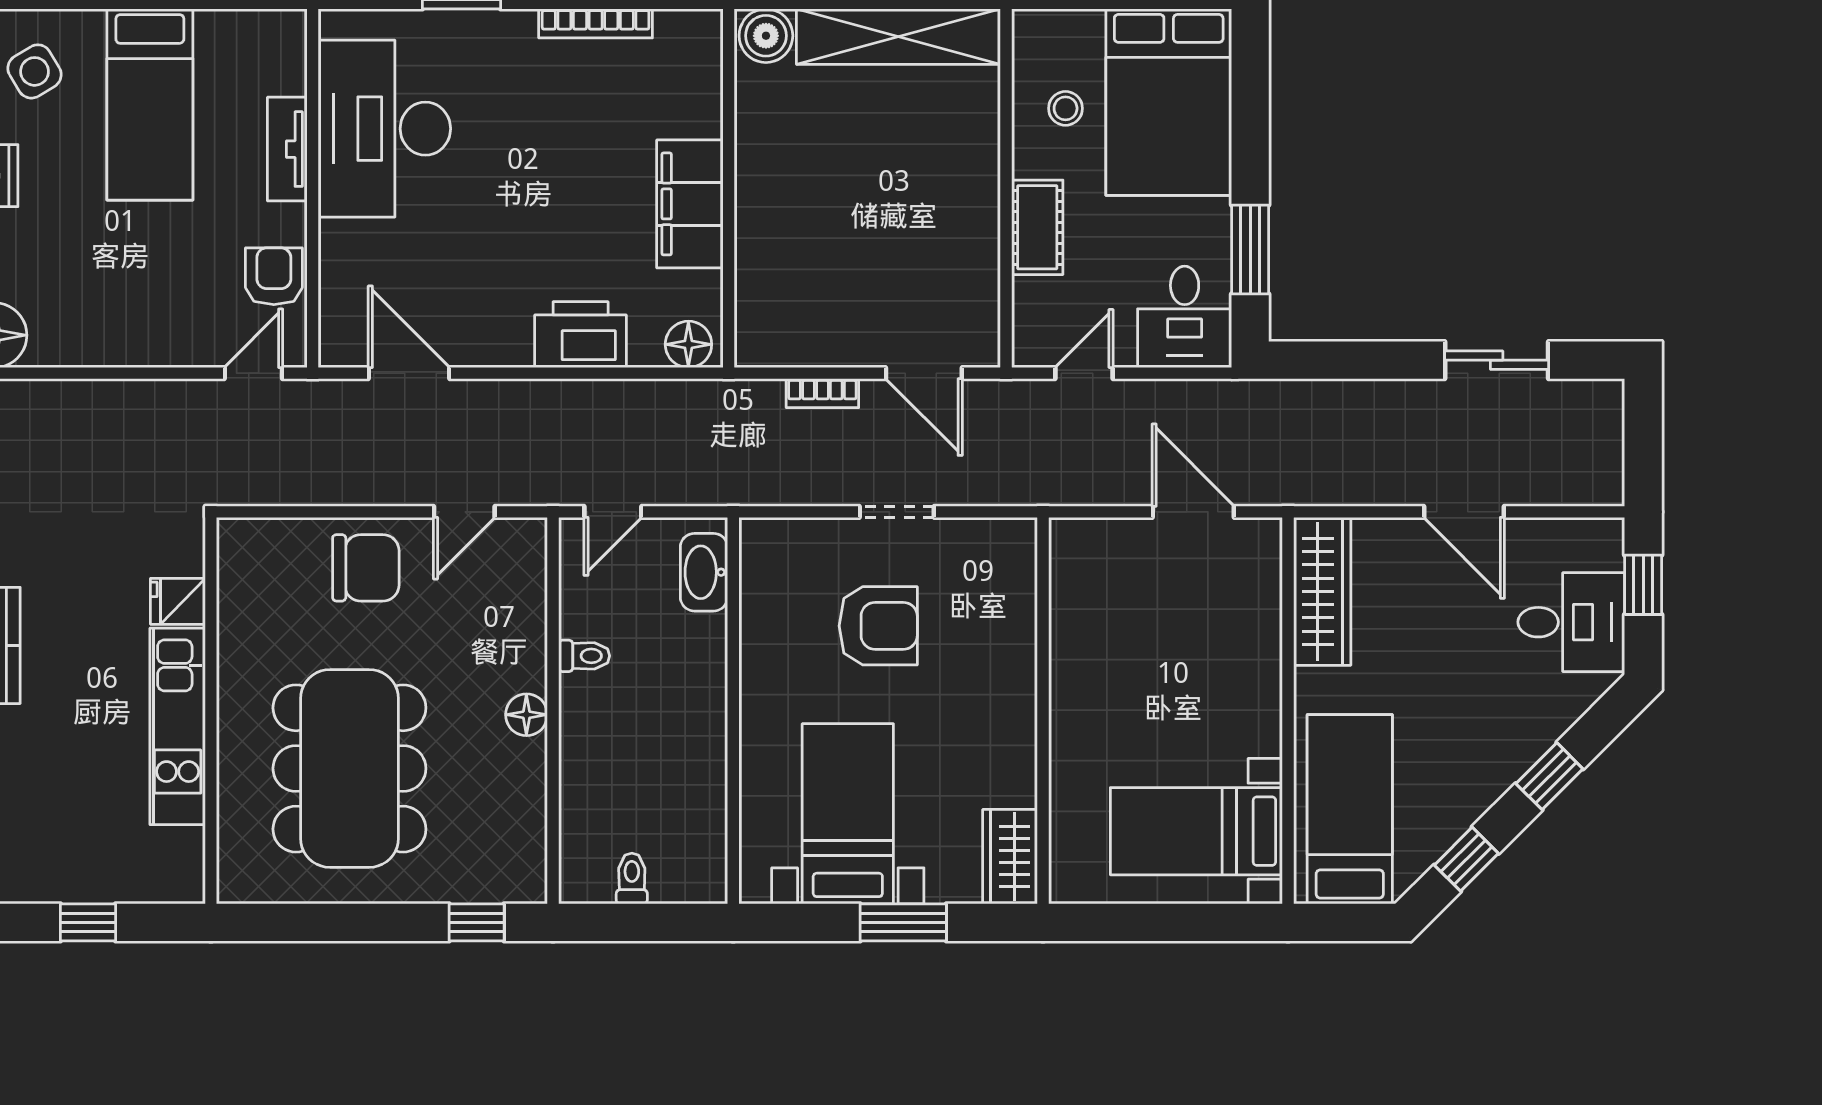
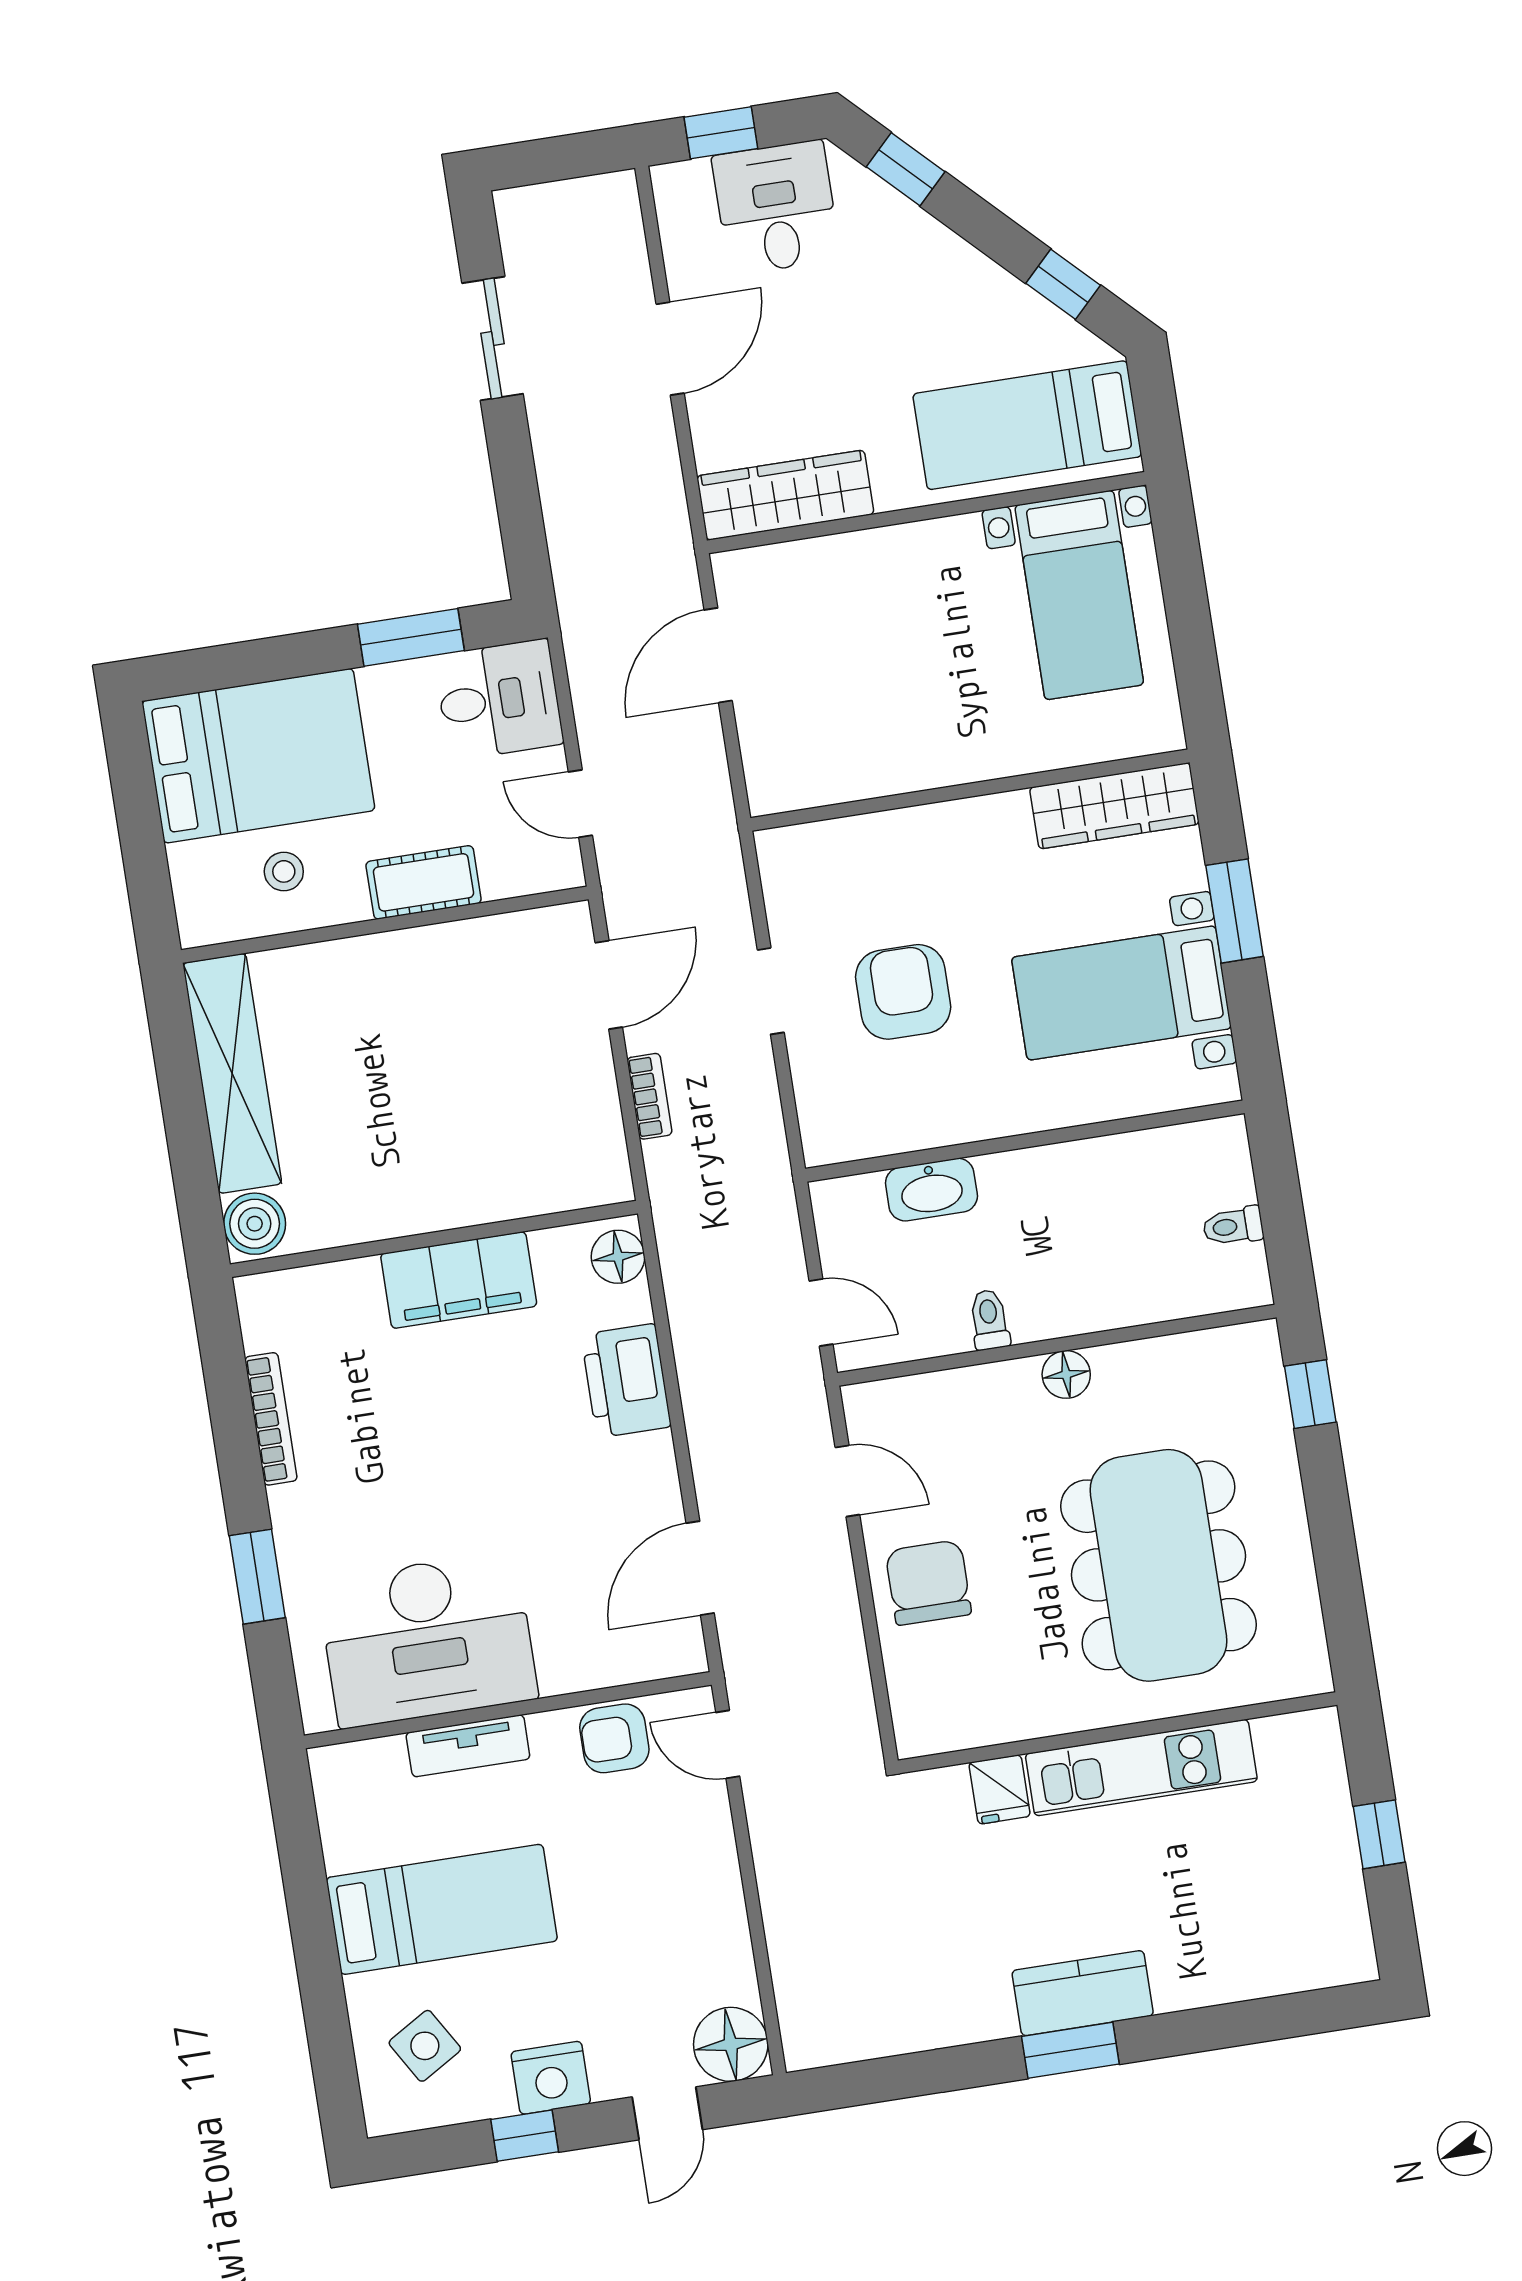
washbasin: (704, 572) -> (931, 1190), moved
dining table: (349, 768) -> (1159, 1565), turned 90
window: (1549, 776) -> (906, 169), moved
wardrobe: (1010, 857) -> (1114, 806), width x1.50

